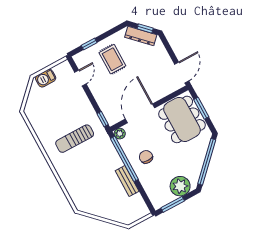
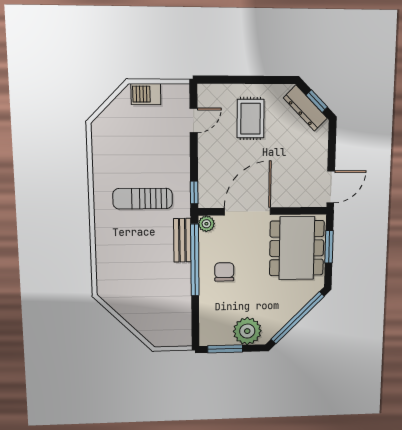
window: (89, 44) -> (231, 80), removed
bench: (127, 181) -> (182, 240), moved

